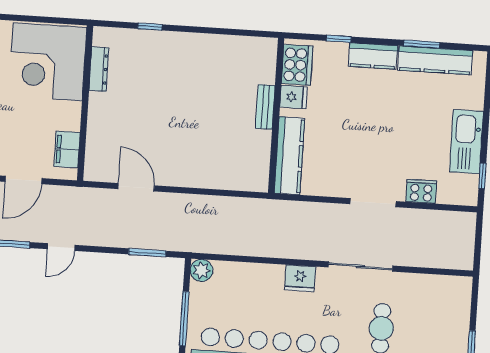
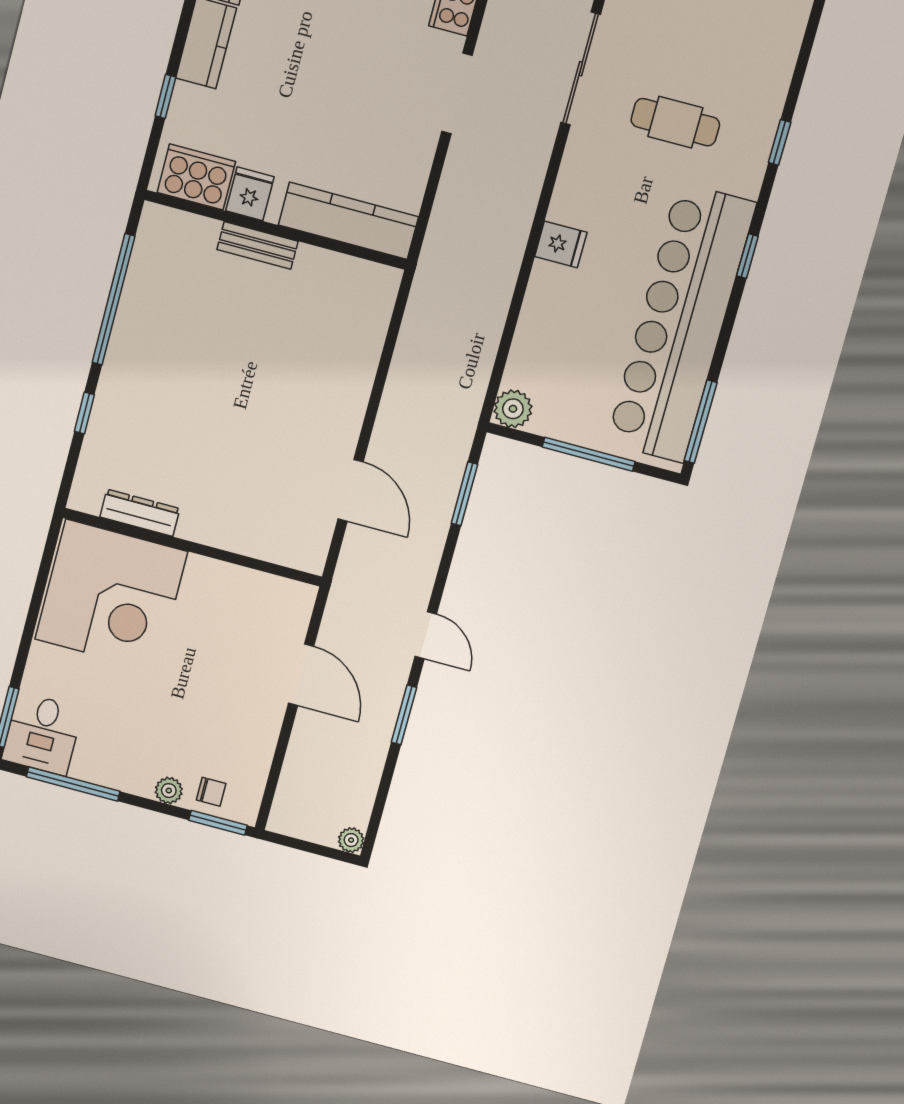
window: (218, 31) -> (114, 299), added
filing cabinet: (67, 149) -> (264, 593), removed
door: (136, 187) -> (351, 490), swing flipped
sliding door: (361, 266) -> (581, 69), moved
fridge: (300, 278) -> (561, 244), width x0.72

